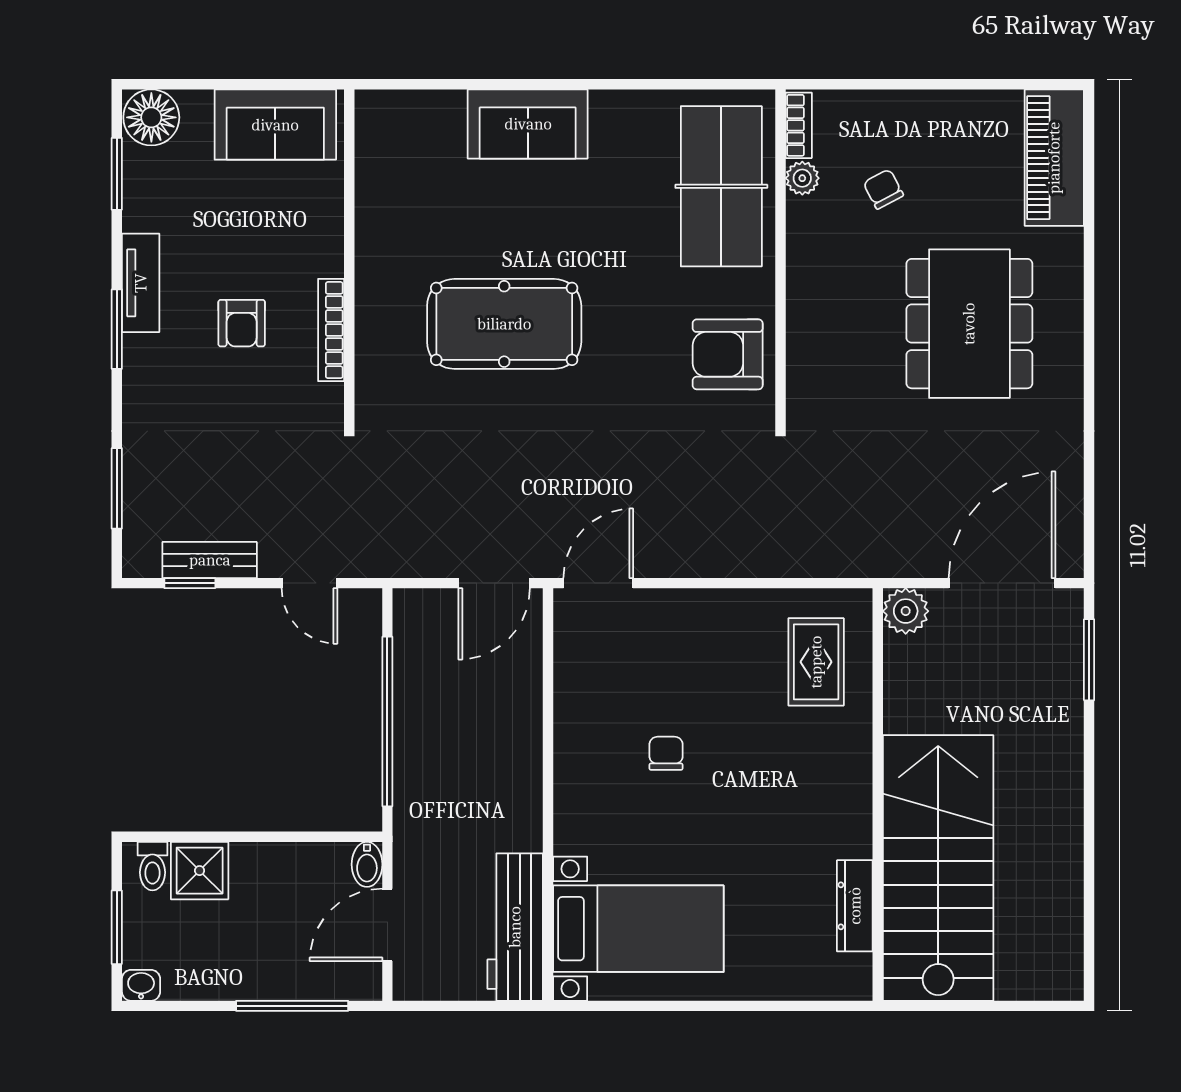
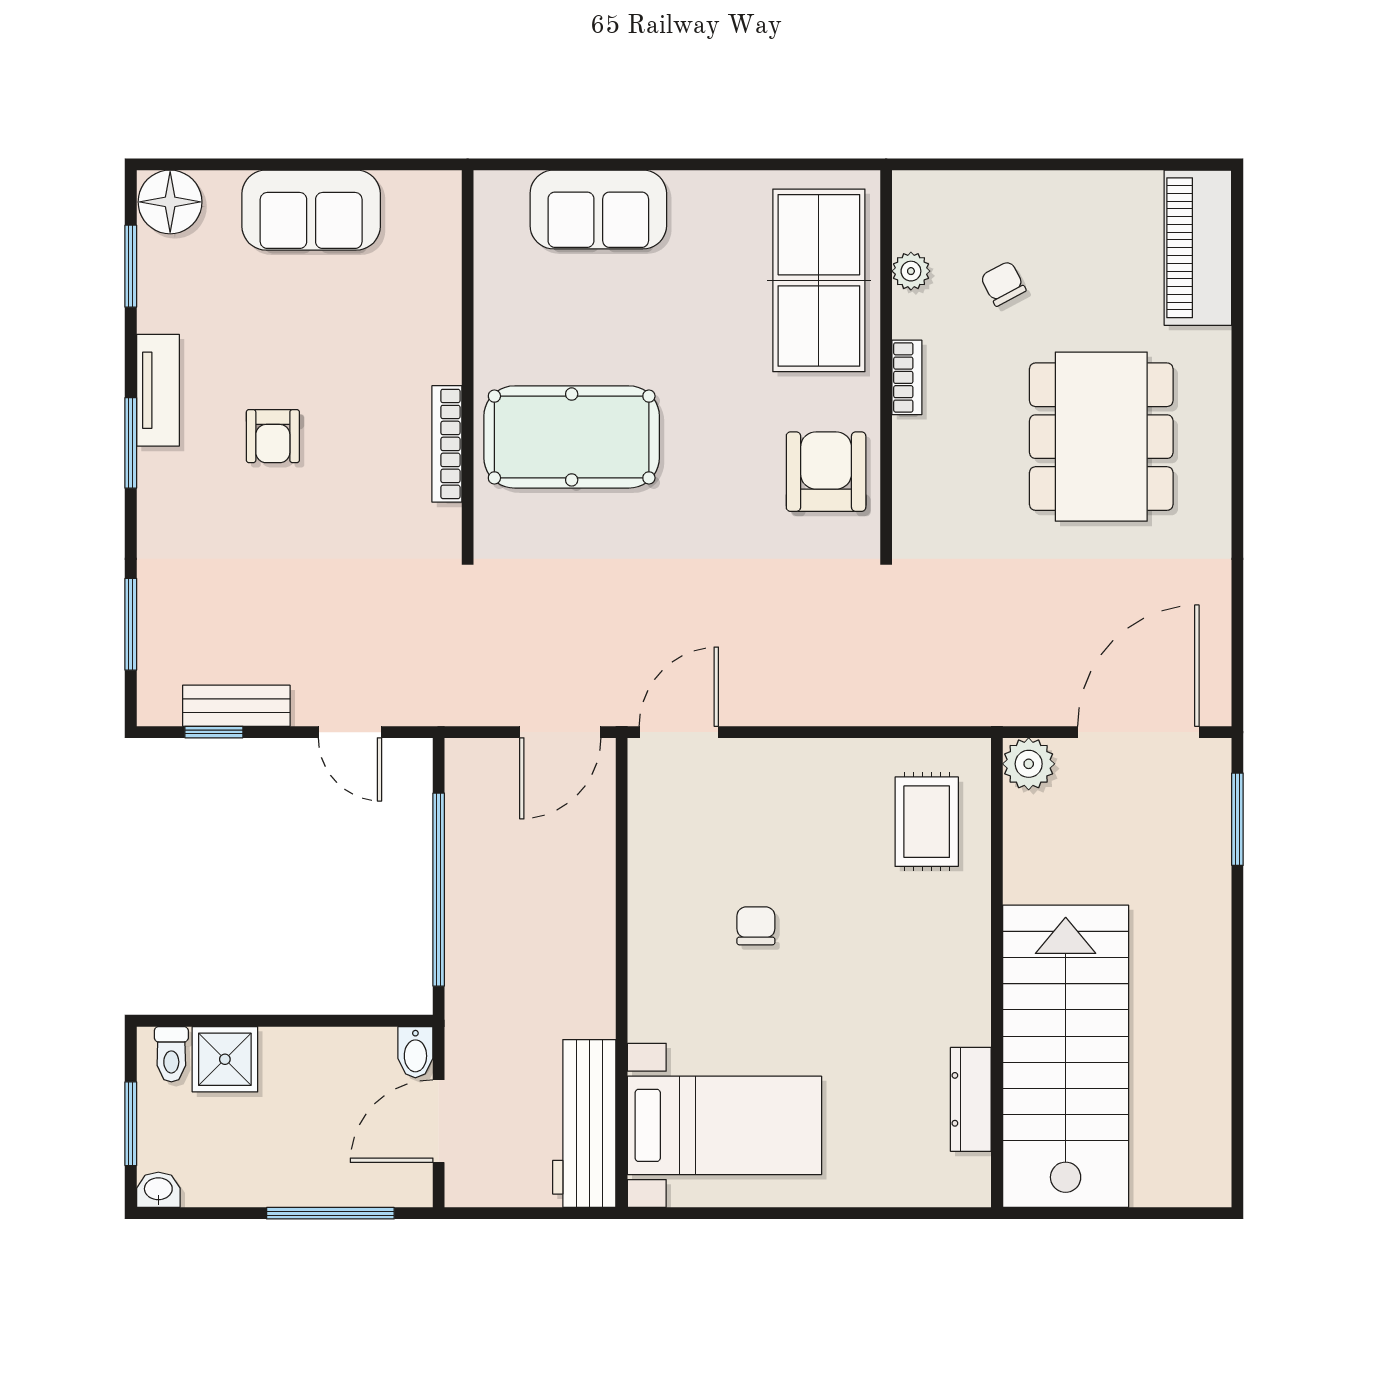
bookcase: (799, 125) -> (907, 377), moved
wall: (349, 258) -> (468, 362), moved
bookcase: (331, 330) -> (447, 444), moved
armchair: (728, 354) -> (826, 472), turned 90

